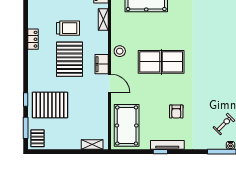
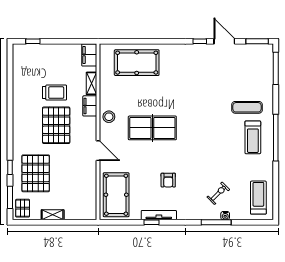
locker: (33, 39) -> (18, 104), removed
filing cabinet: (102, 64) -> (90, 106), moved
pallet: (50, 105) -> (36, 173), turned 90
shelving: (92, 145) -> (53, 215), moved

